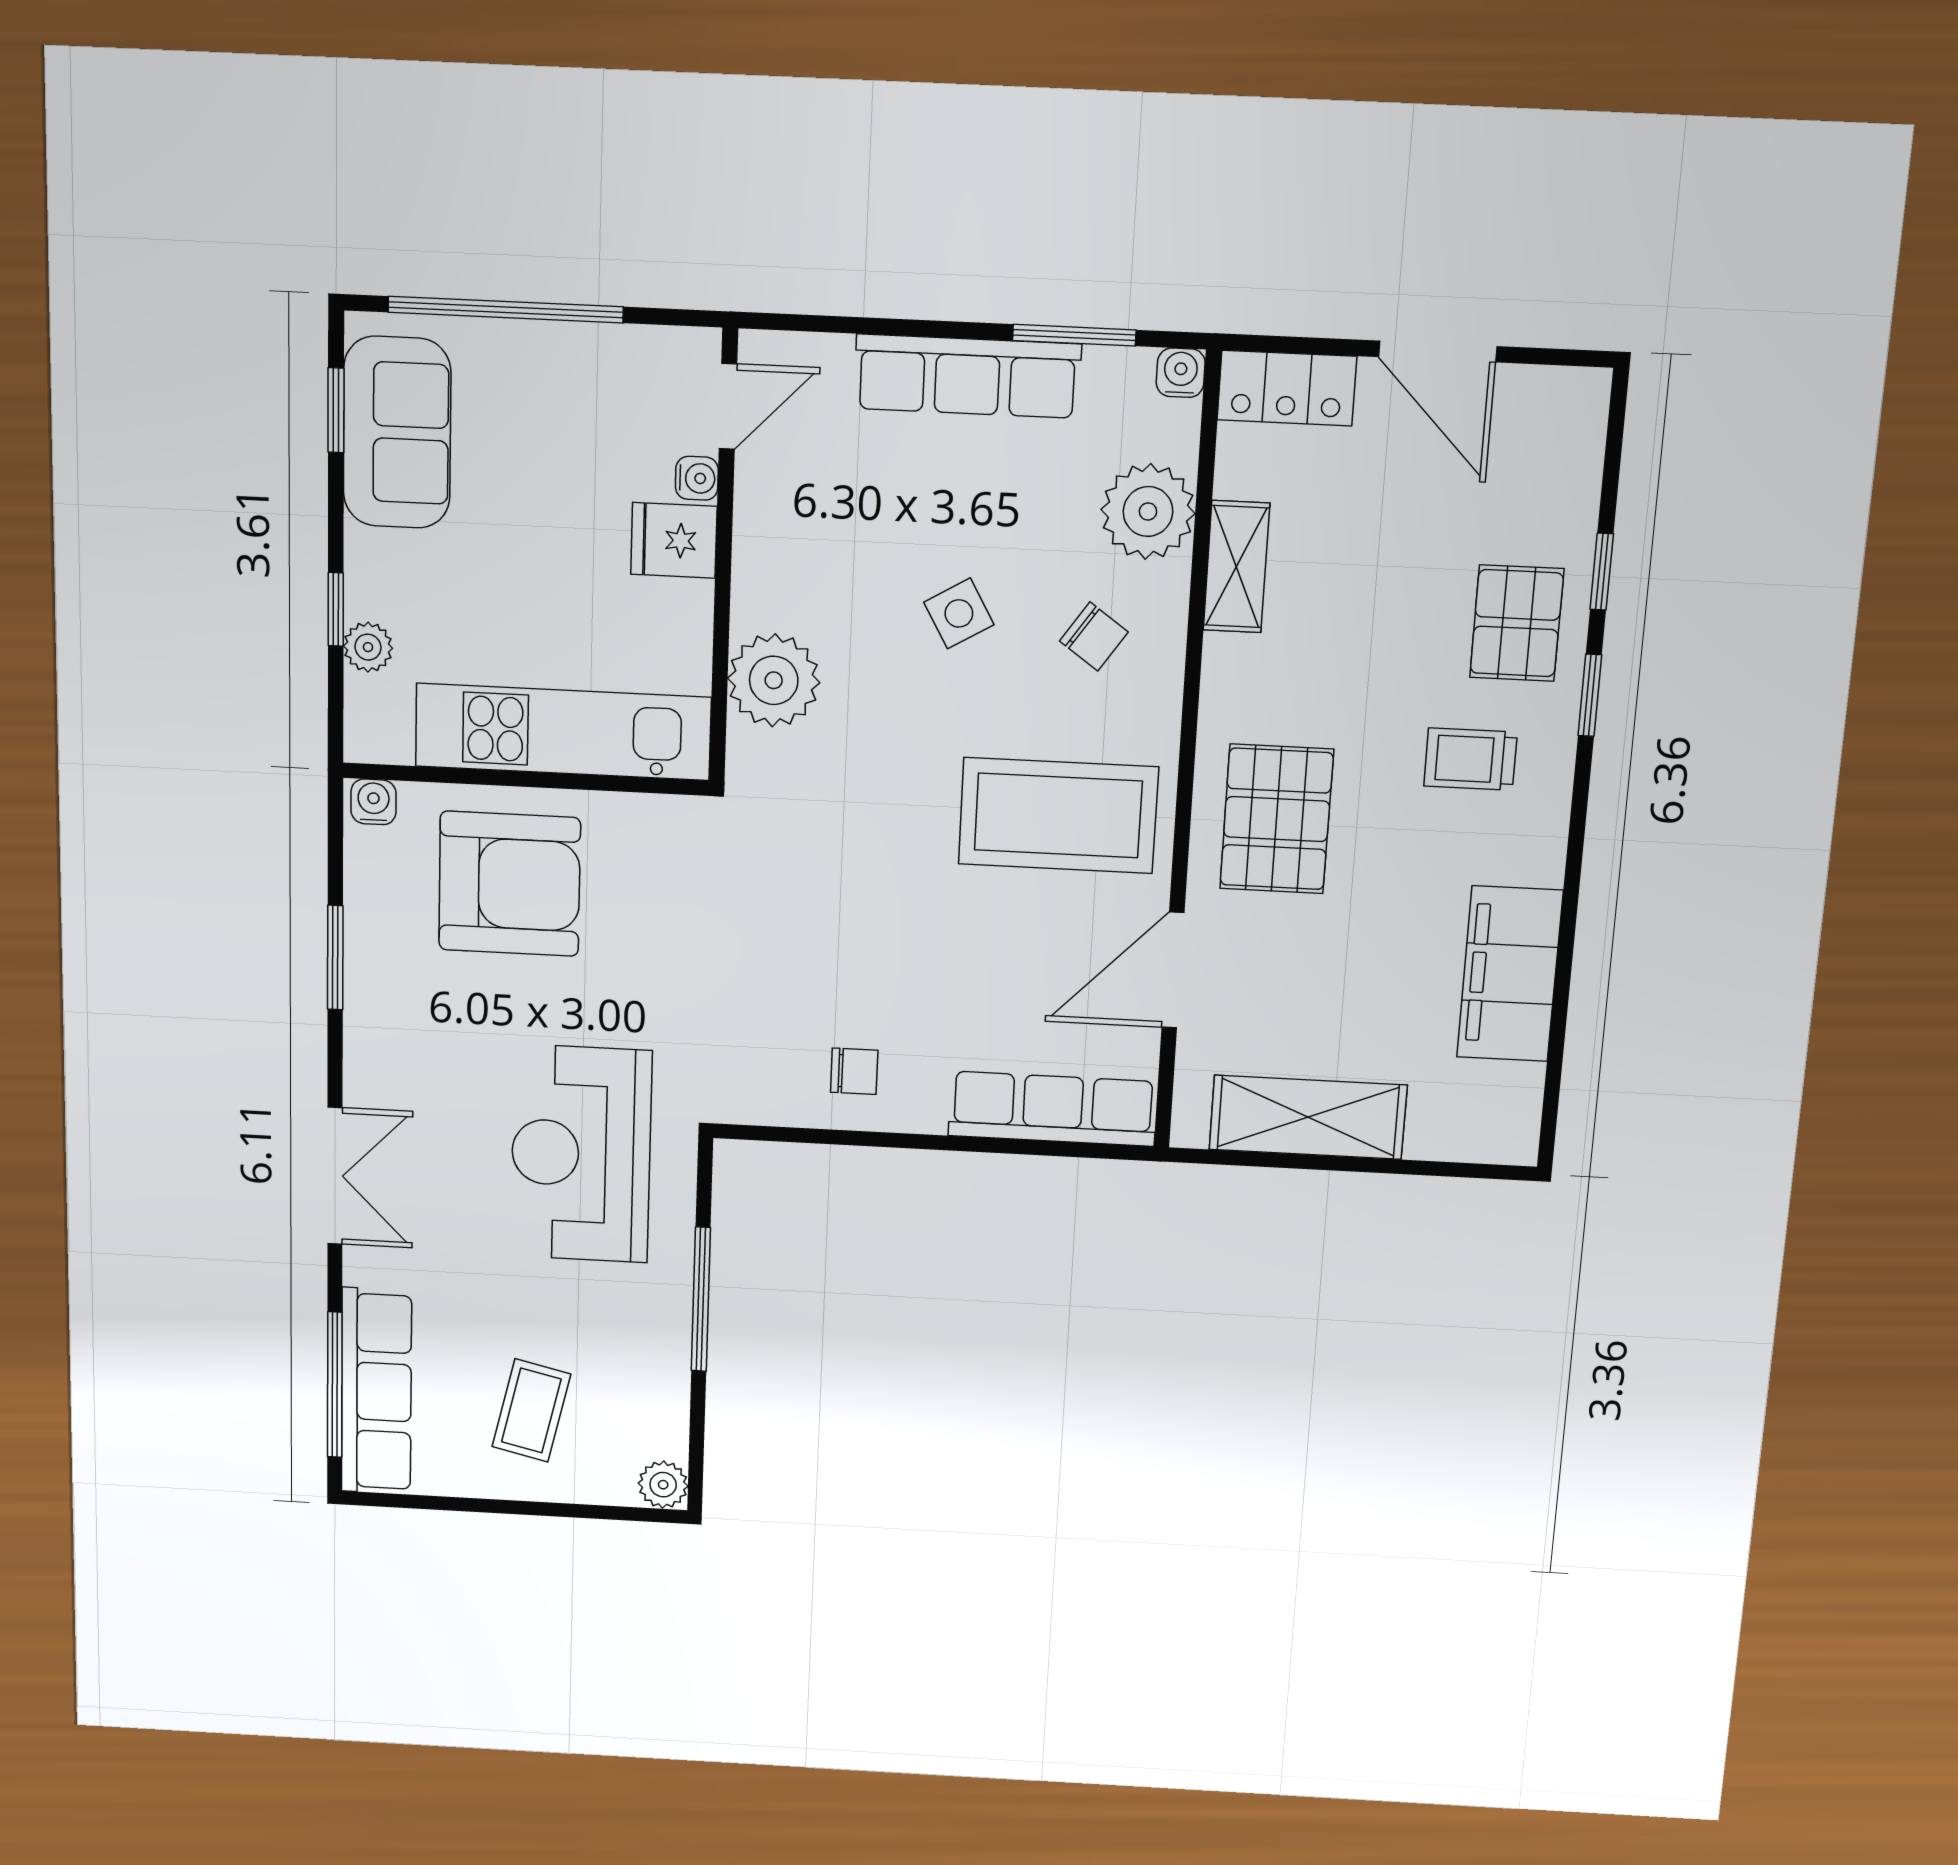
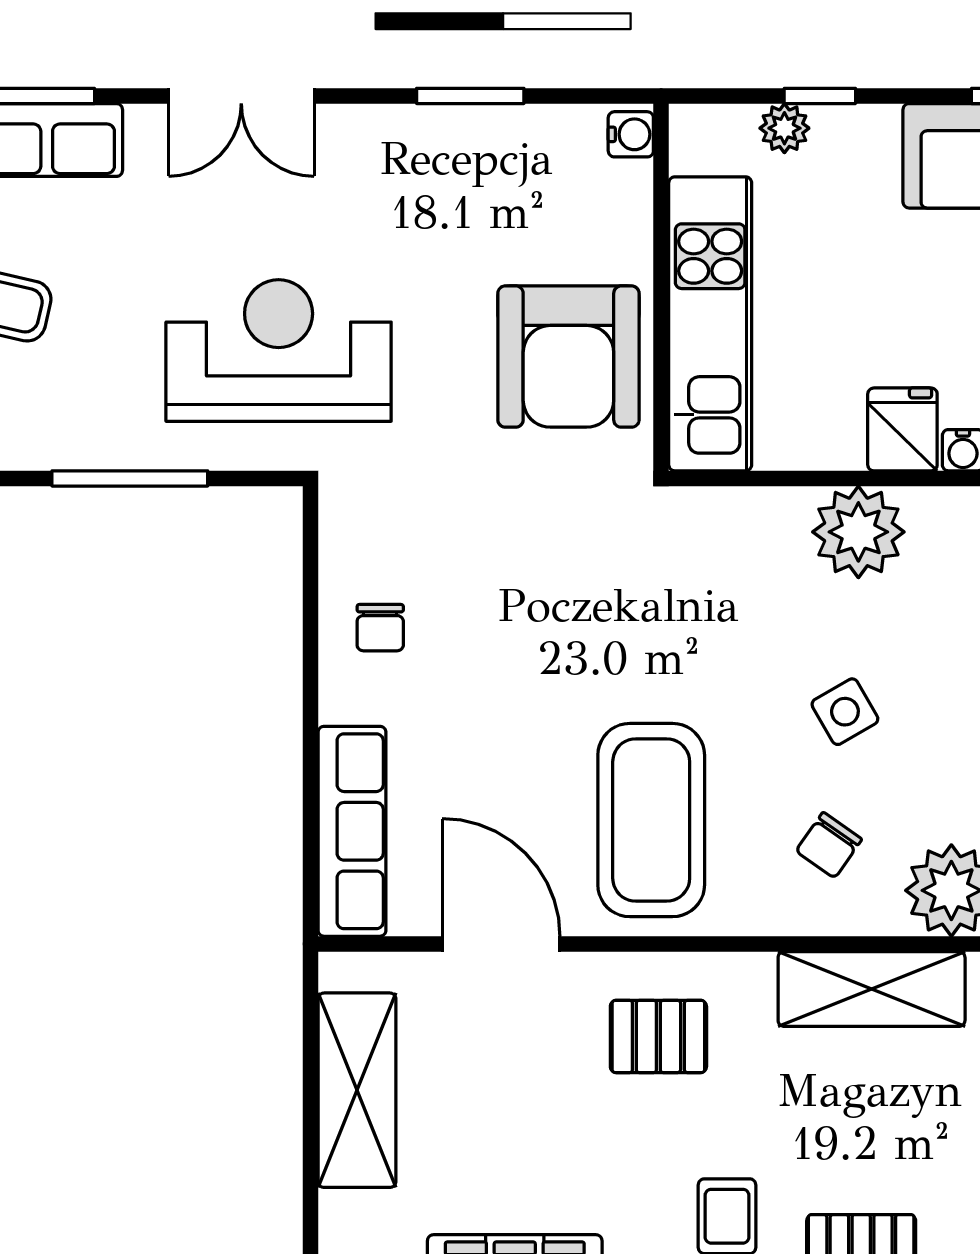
shelving: (1236, 567) -> (872, 989), width x1.50, depth x1.33
plant: (774, 680) -> (858, 532), moved
pallet: (1277, 819) -> (658, 1036), width x0.67, depth x0.71
armchair: (510, 884) -> (568, 357), moved

